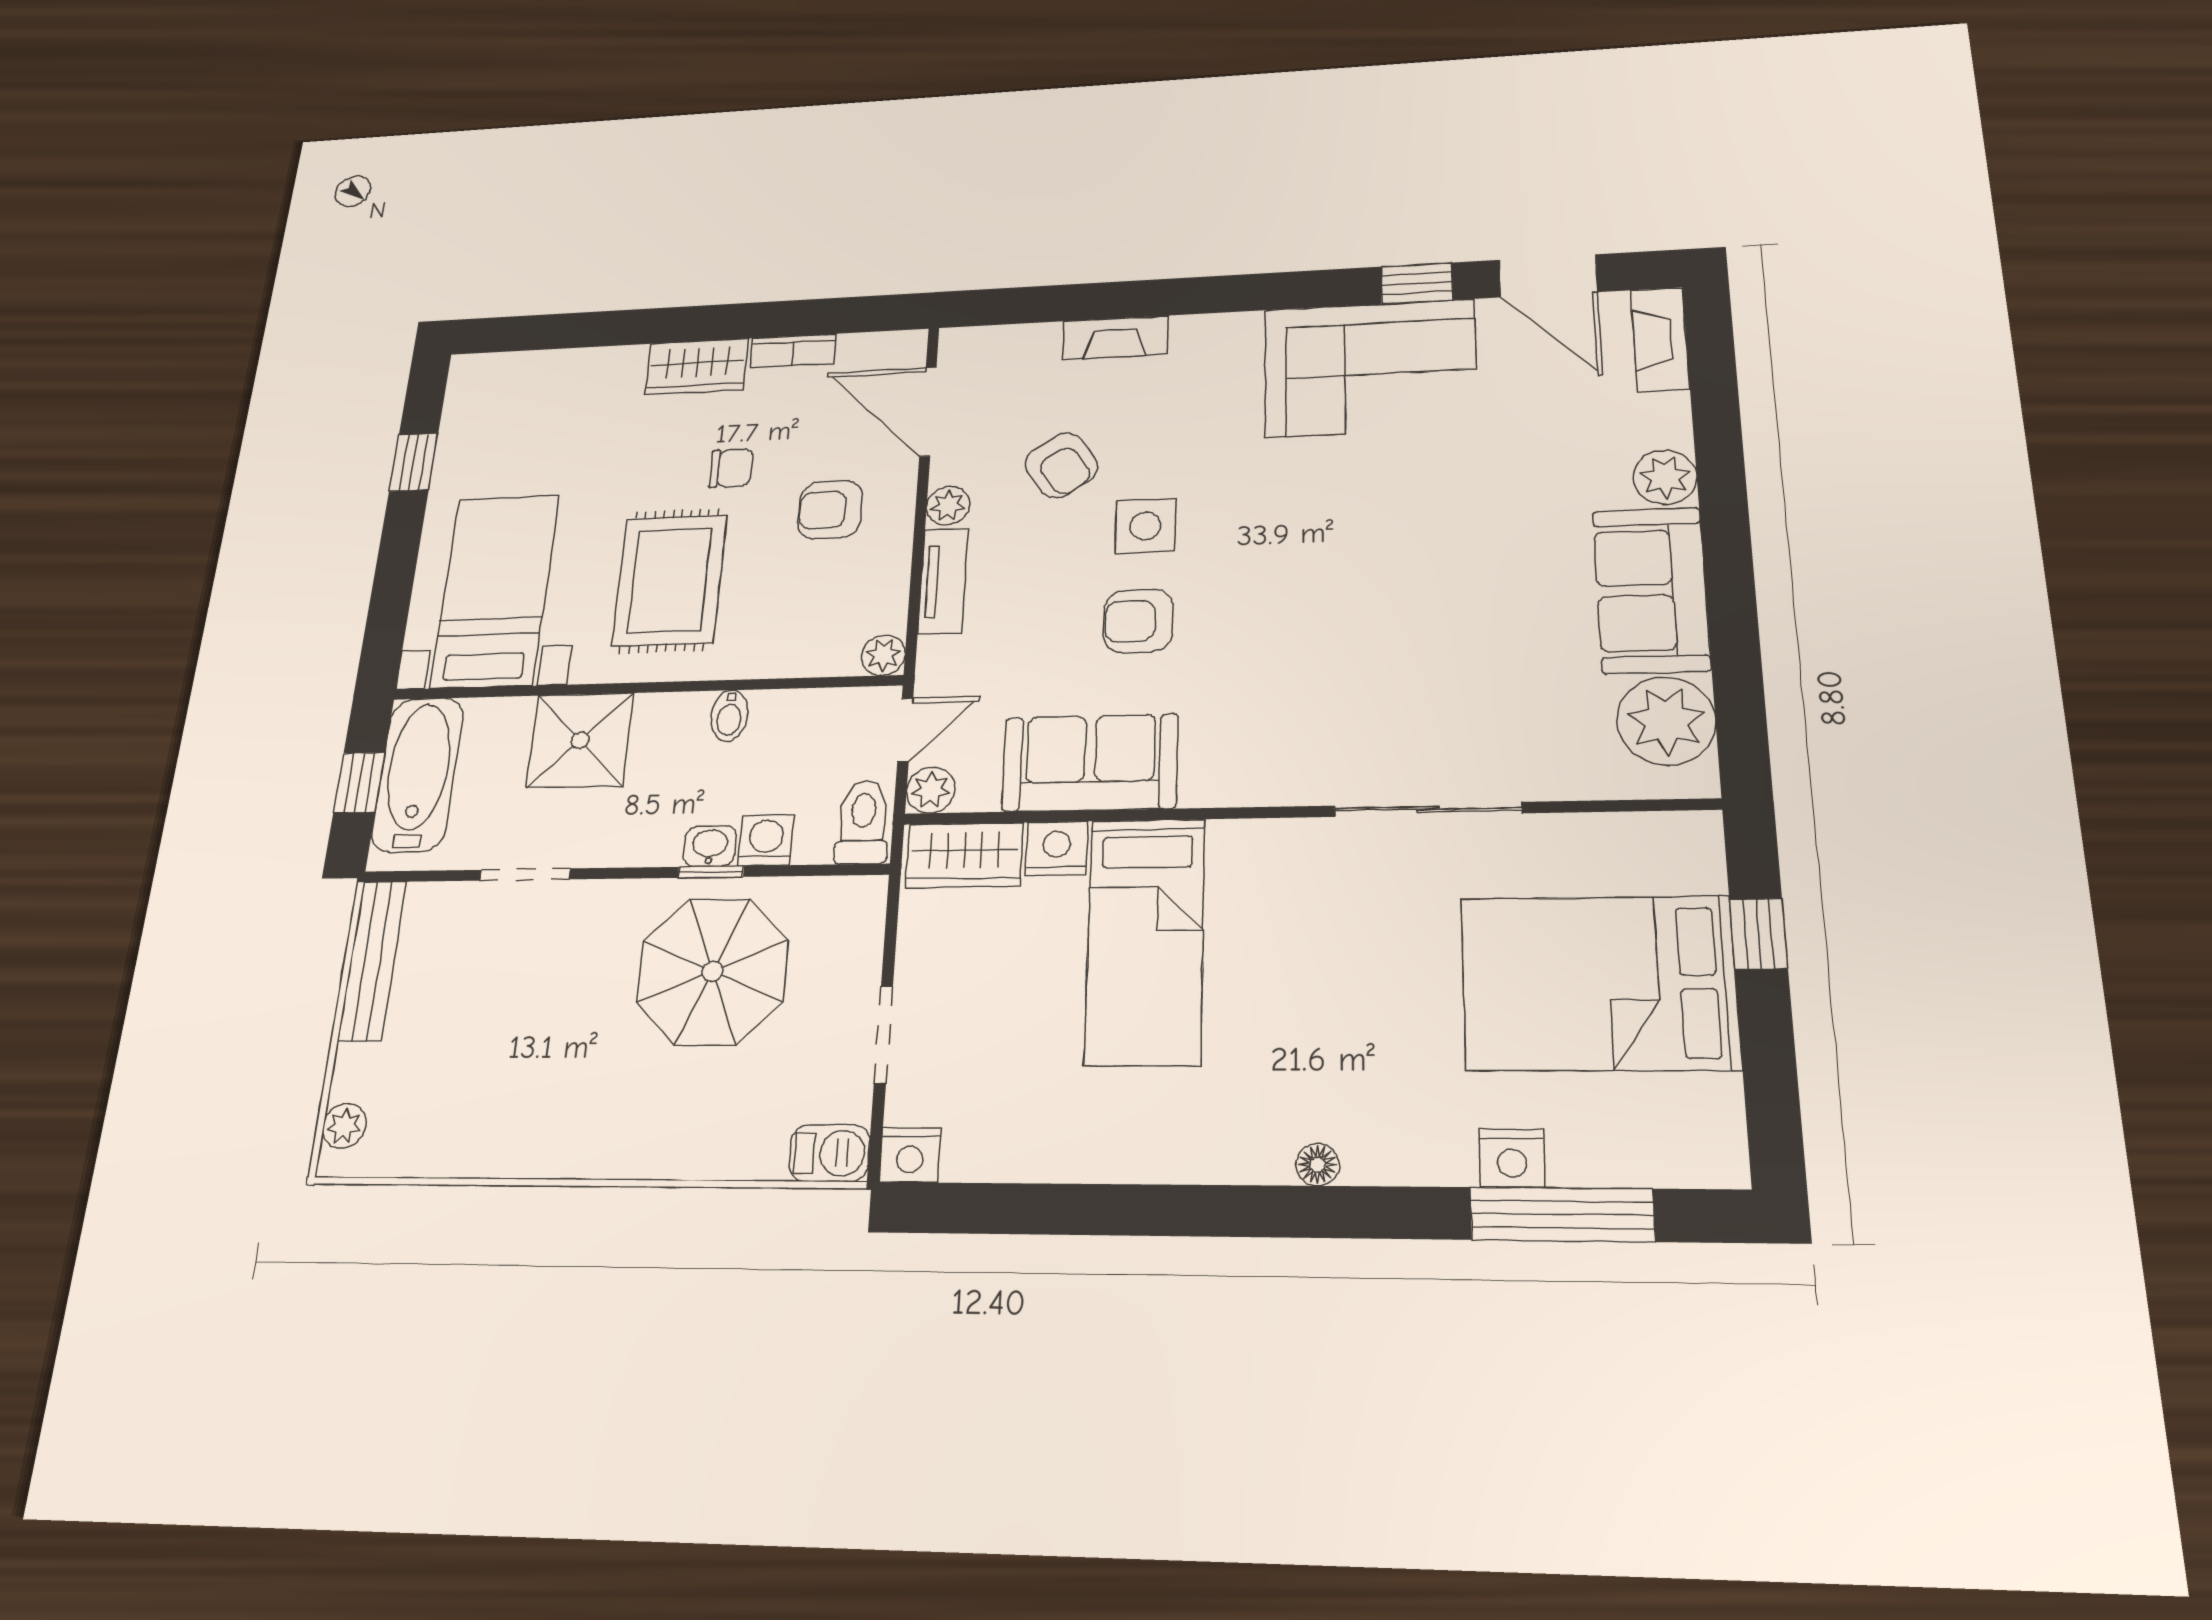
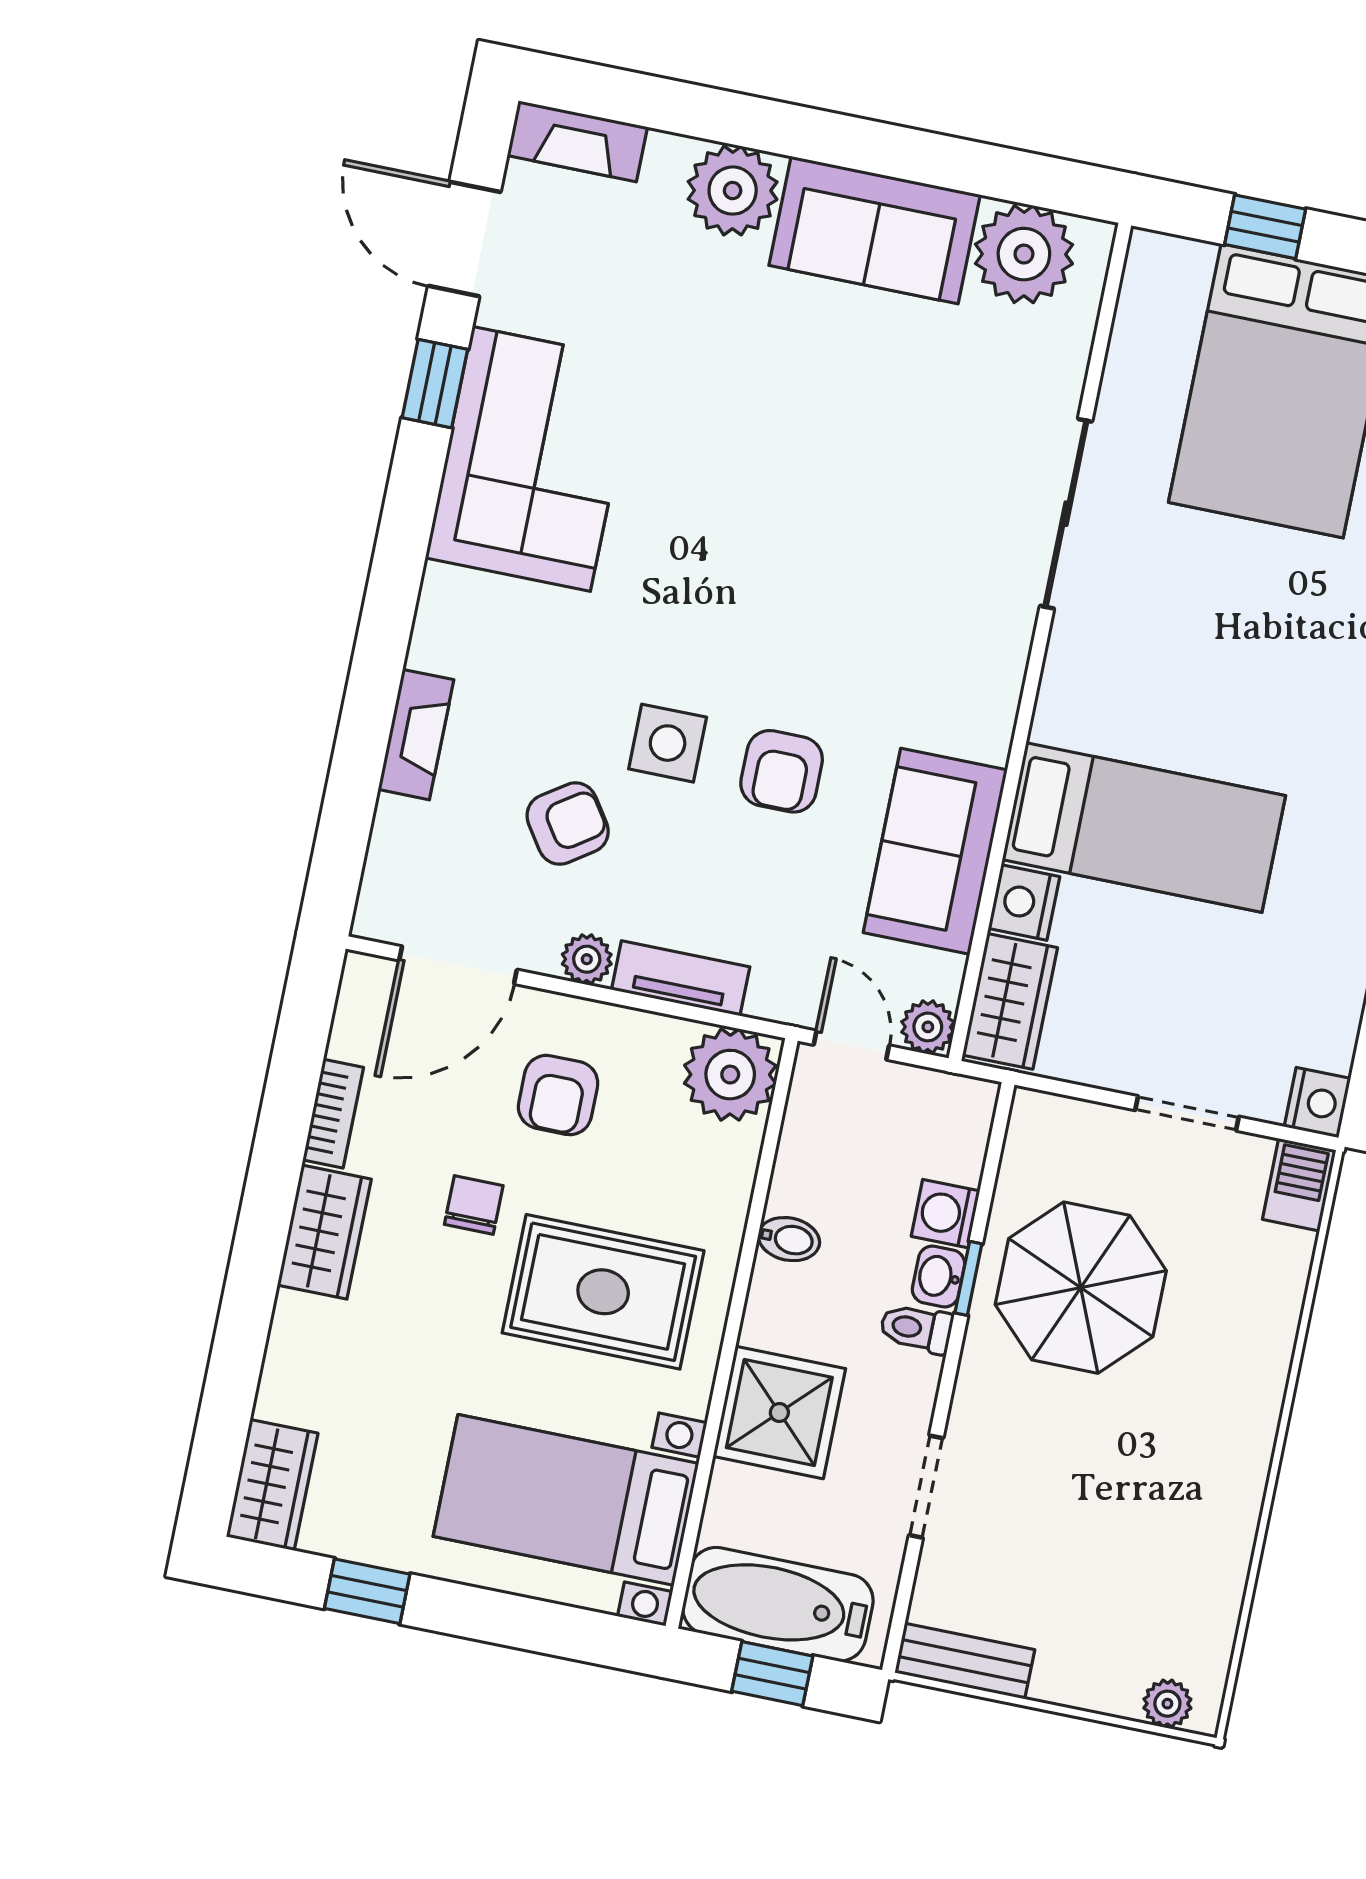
door: (1548, 276) -> (464, 239), swing flipped
wardrobe: (493, 377) -> (272, 1485), added
plant: (1665, 477) -> (733, 191), width x1.36, depth x1.36
plant: (883, 655) -> (730, 1075), width x1.88, depth x1.88
toilet: (863, 822) -> (916, 1328), moved, width x0.73, depth x0.72
bench: (372, 961) -> (965, 1661), width x0.73

